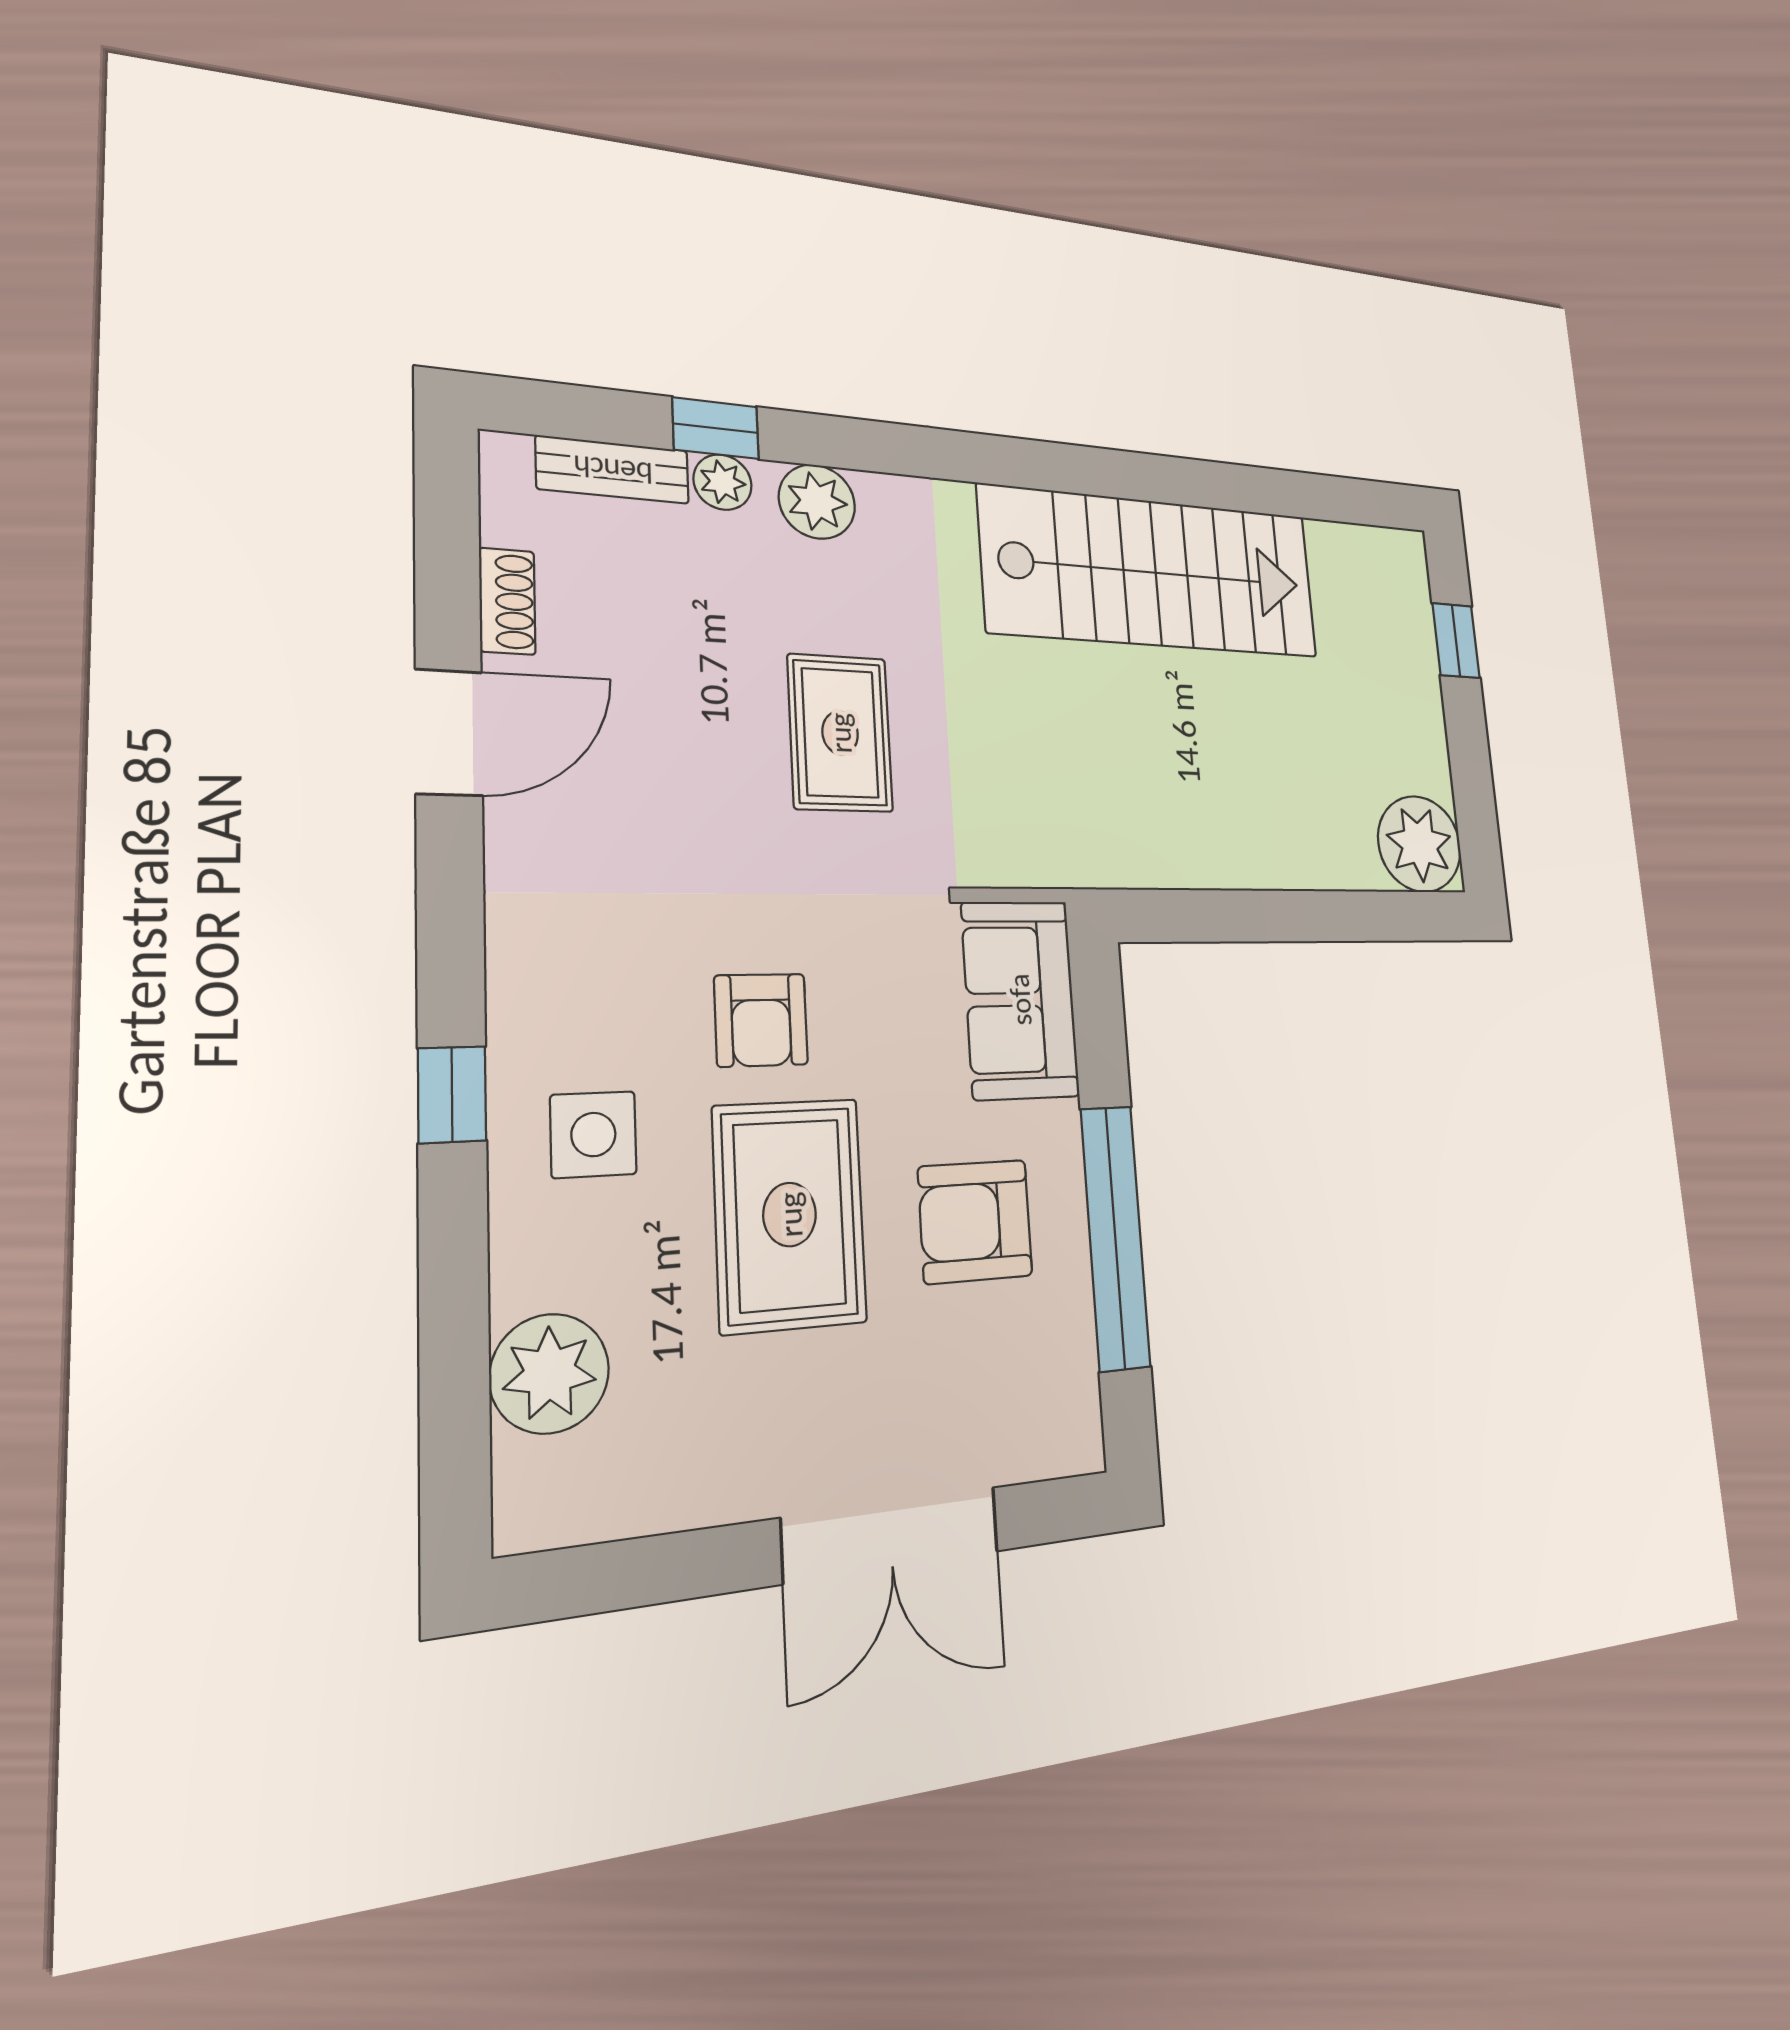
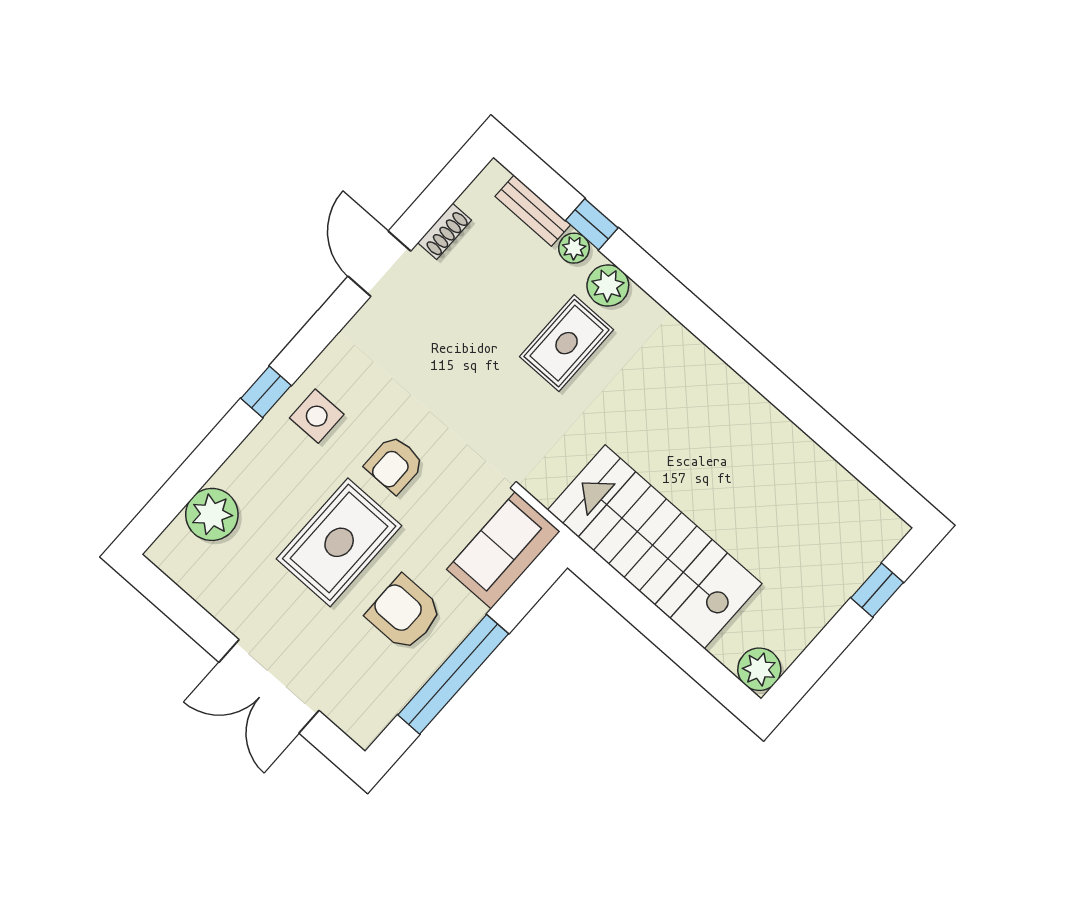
stairs: (1152, 572) -> (655, 547), moved, turned 180
door: (449, 732) -> (379, 264), swing flipped
rug: (840, 733) -> (567, 343), moved
plant: (1420, 844) -> (759, 669), width x0.73, depth x0.73
side table: (593, 1135) -> (317, 416), moved

